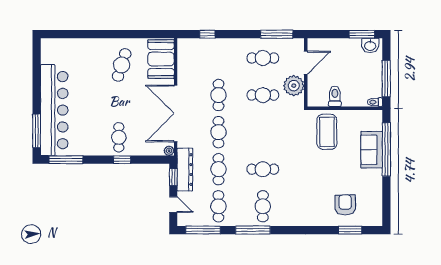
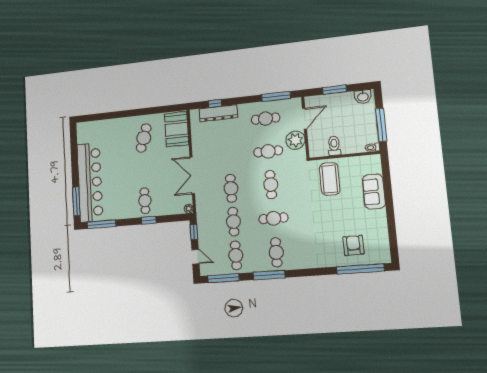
window: (362, 34) -> (335, 90), moved
cafe table: (218, 95) -> (271, 185), moved
double door: (176, 113) -> (192, 175), width x0.73
window: (386, 149) -> (388, 190), removed
dresser: (185, 170) -> (218, 113), moved, turned 90
window: (350, 230) -> (360, 269), width x2.11

